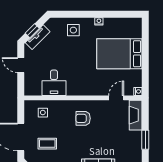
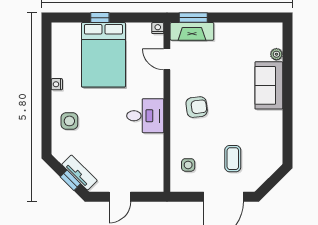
window: (145, 51) -> (100, 18), added
desk: (54, 83) -> (145, 116), moved
armchair: (83, 118) -> (197, 107), turned -97
window: (145, 140) -> (193, 18), moved

